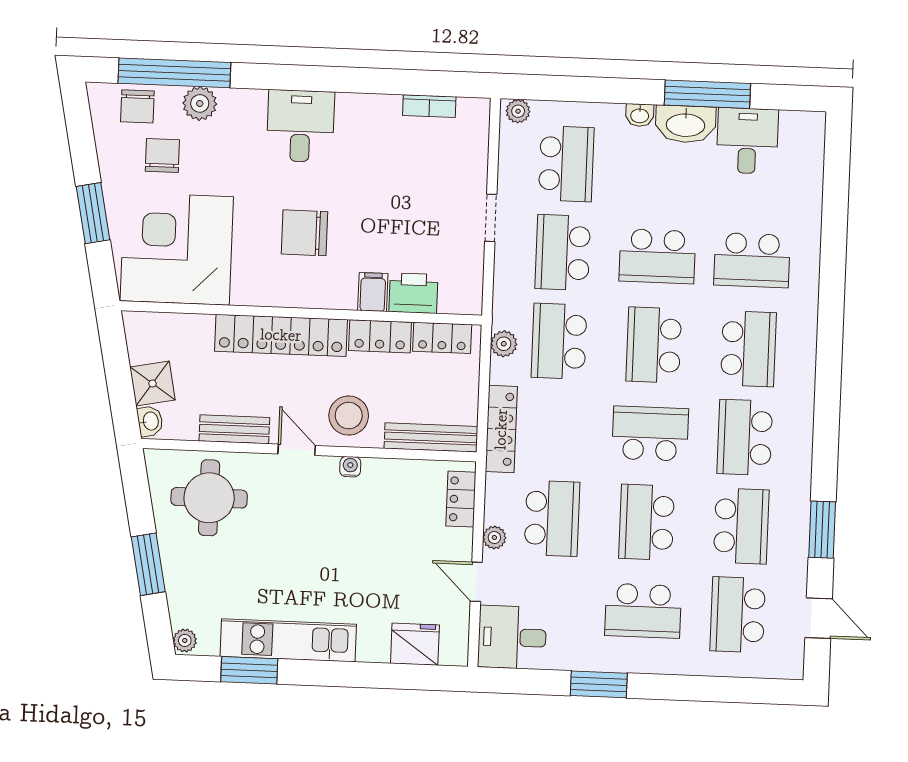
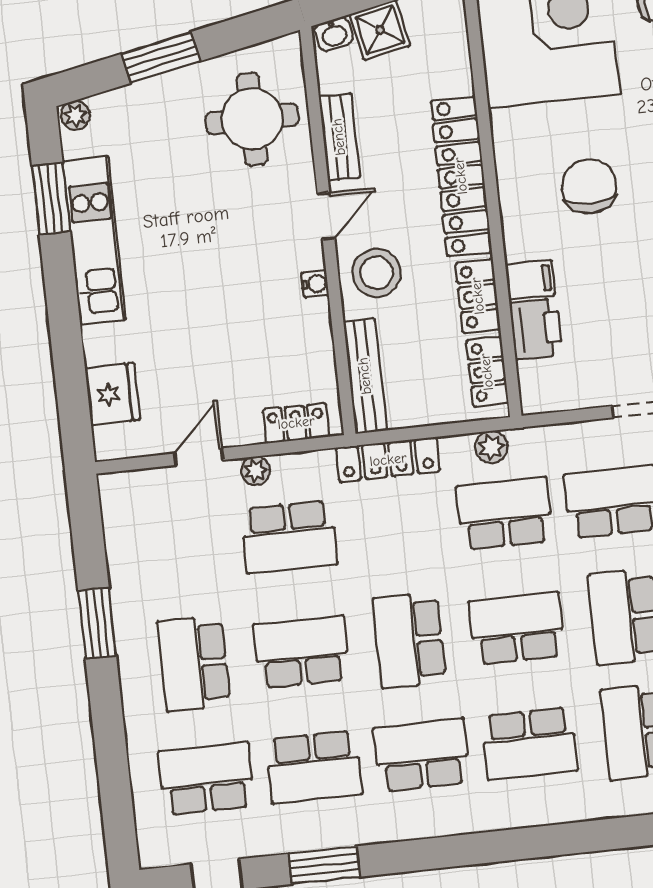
school desk: (650, 434) -> (409, 640), turned 180
desk: (512, 637) -> (138, 510), removed

